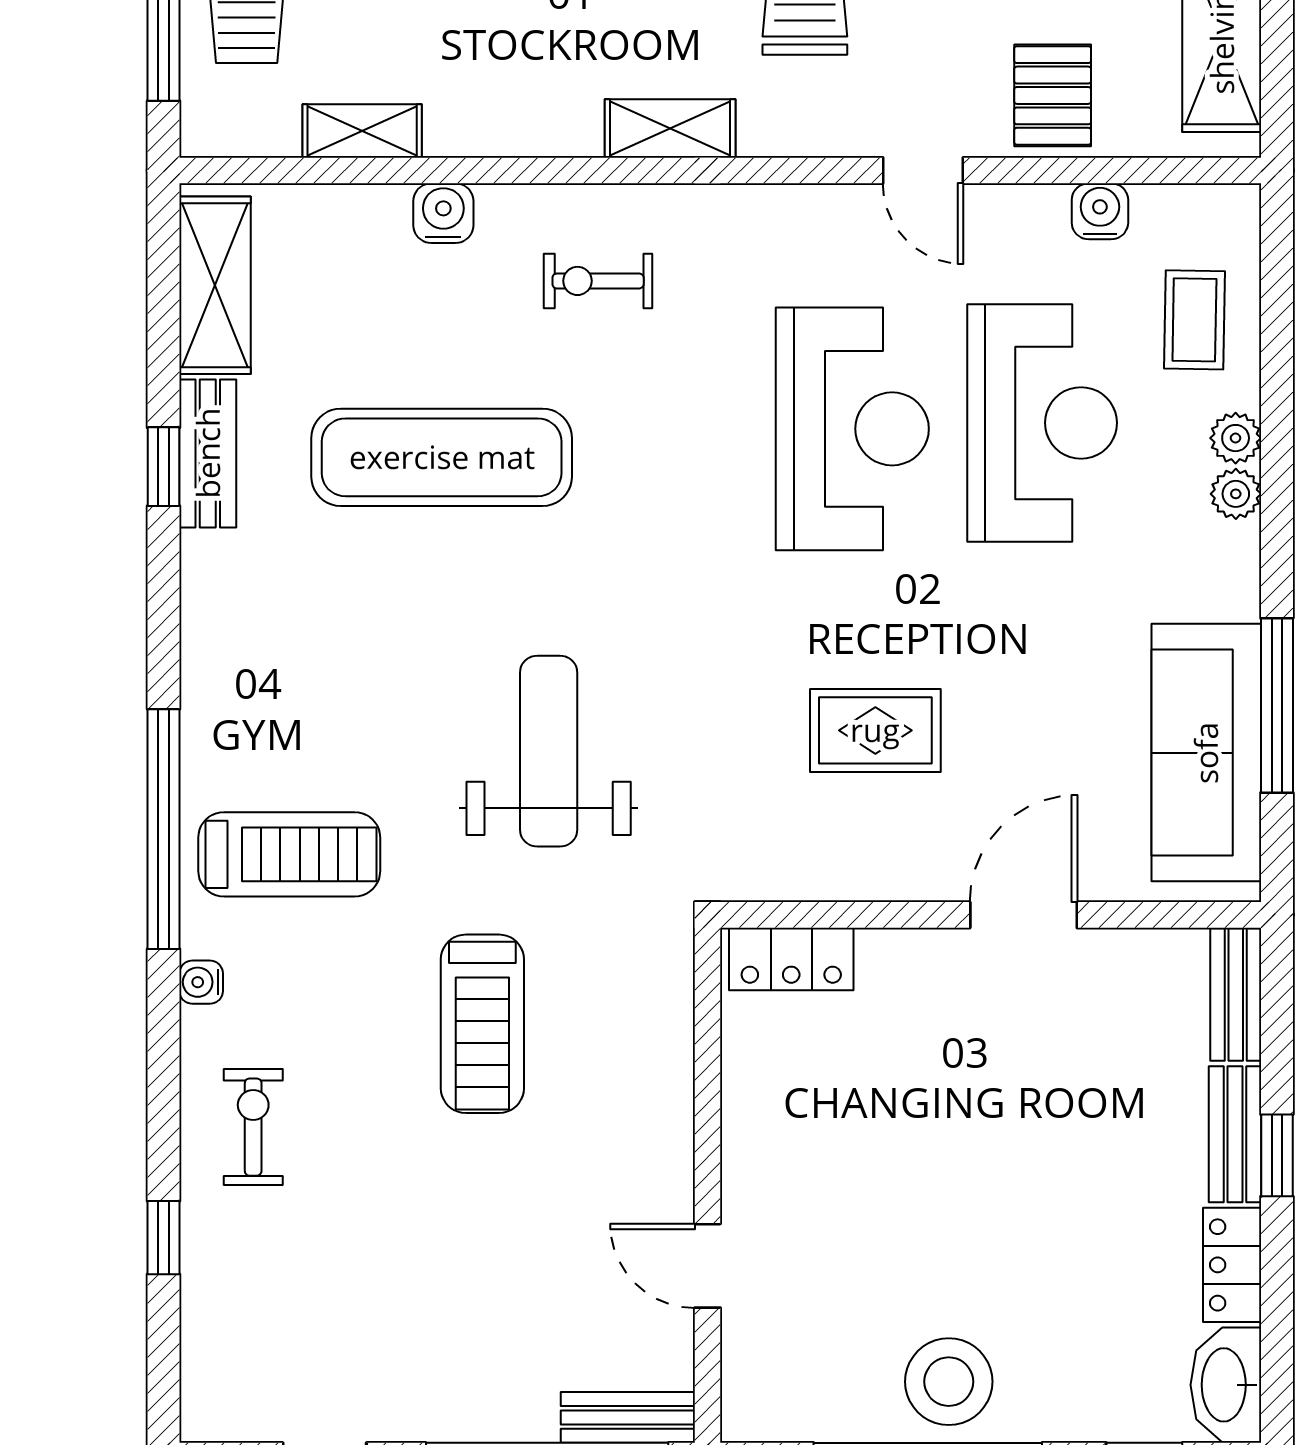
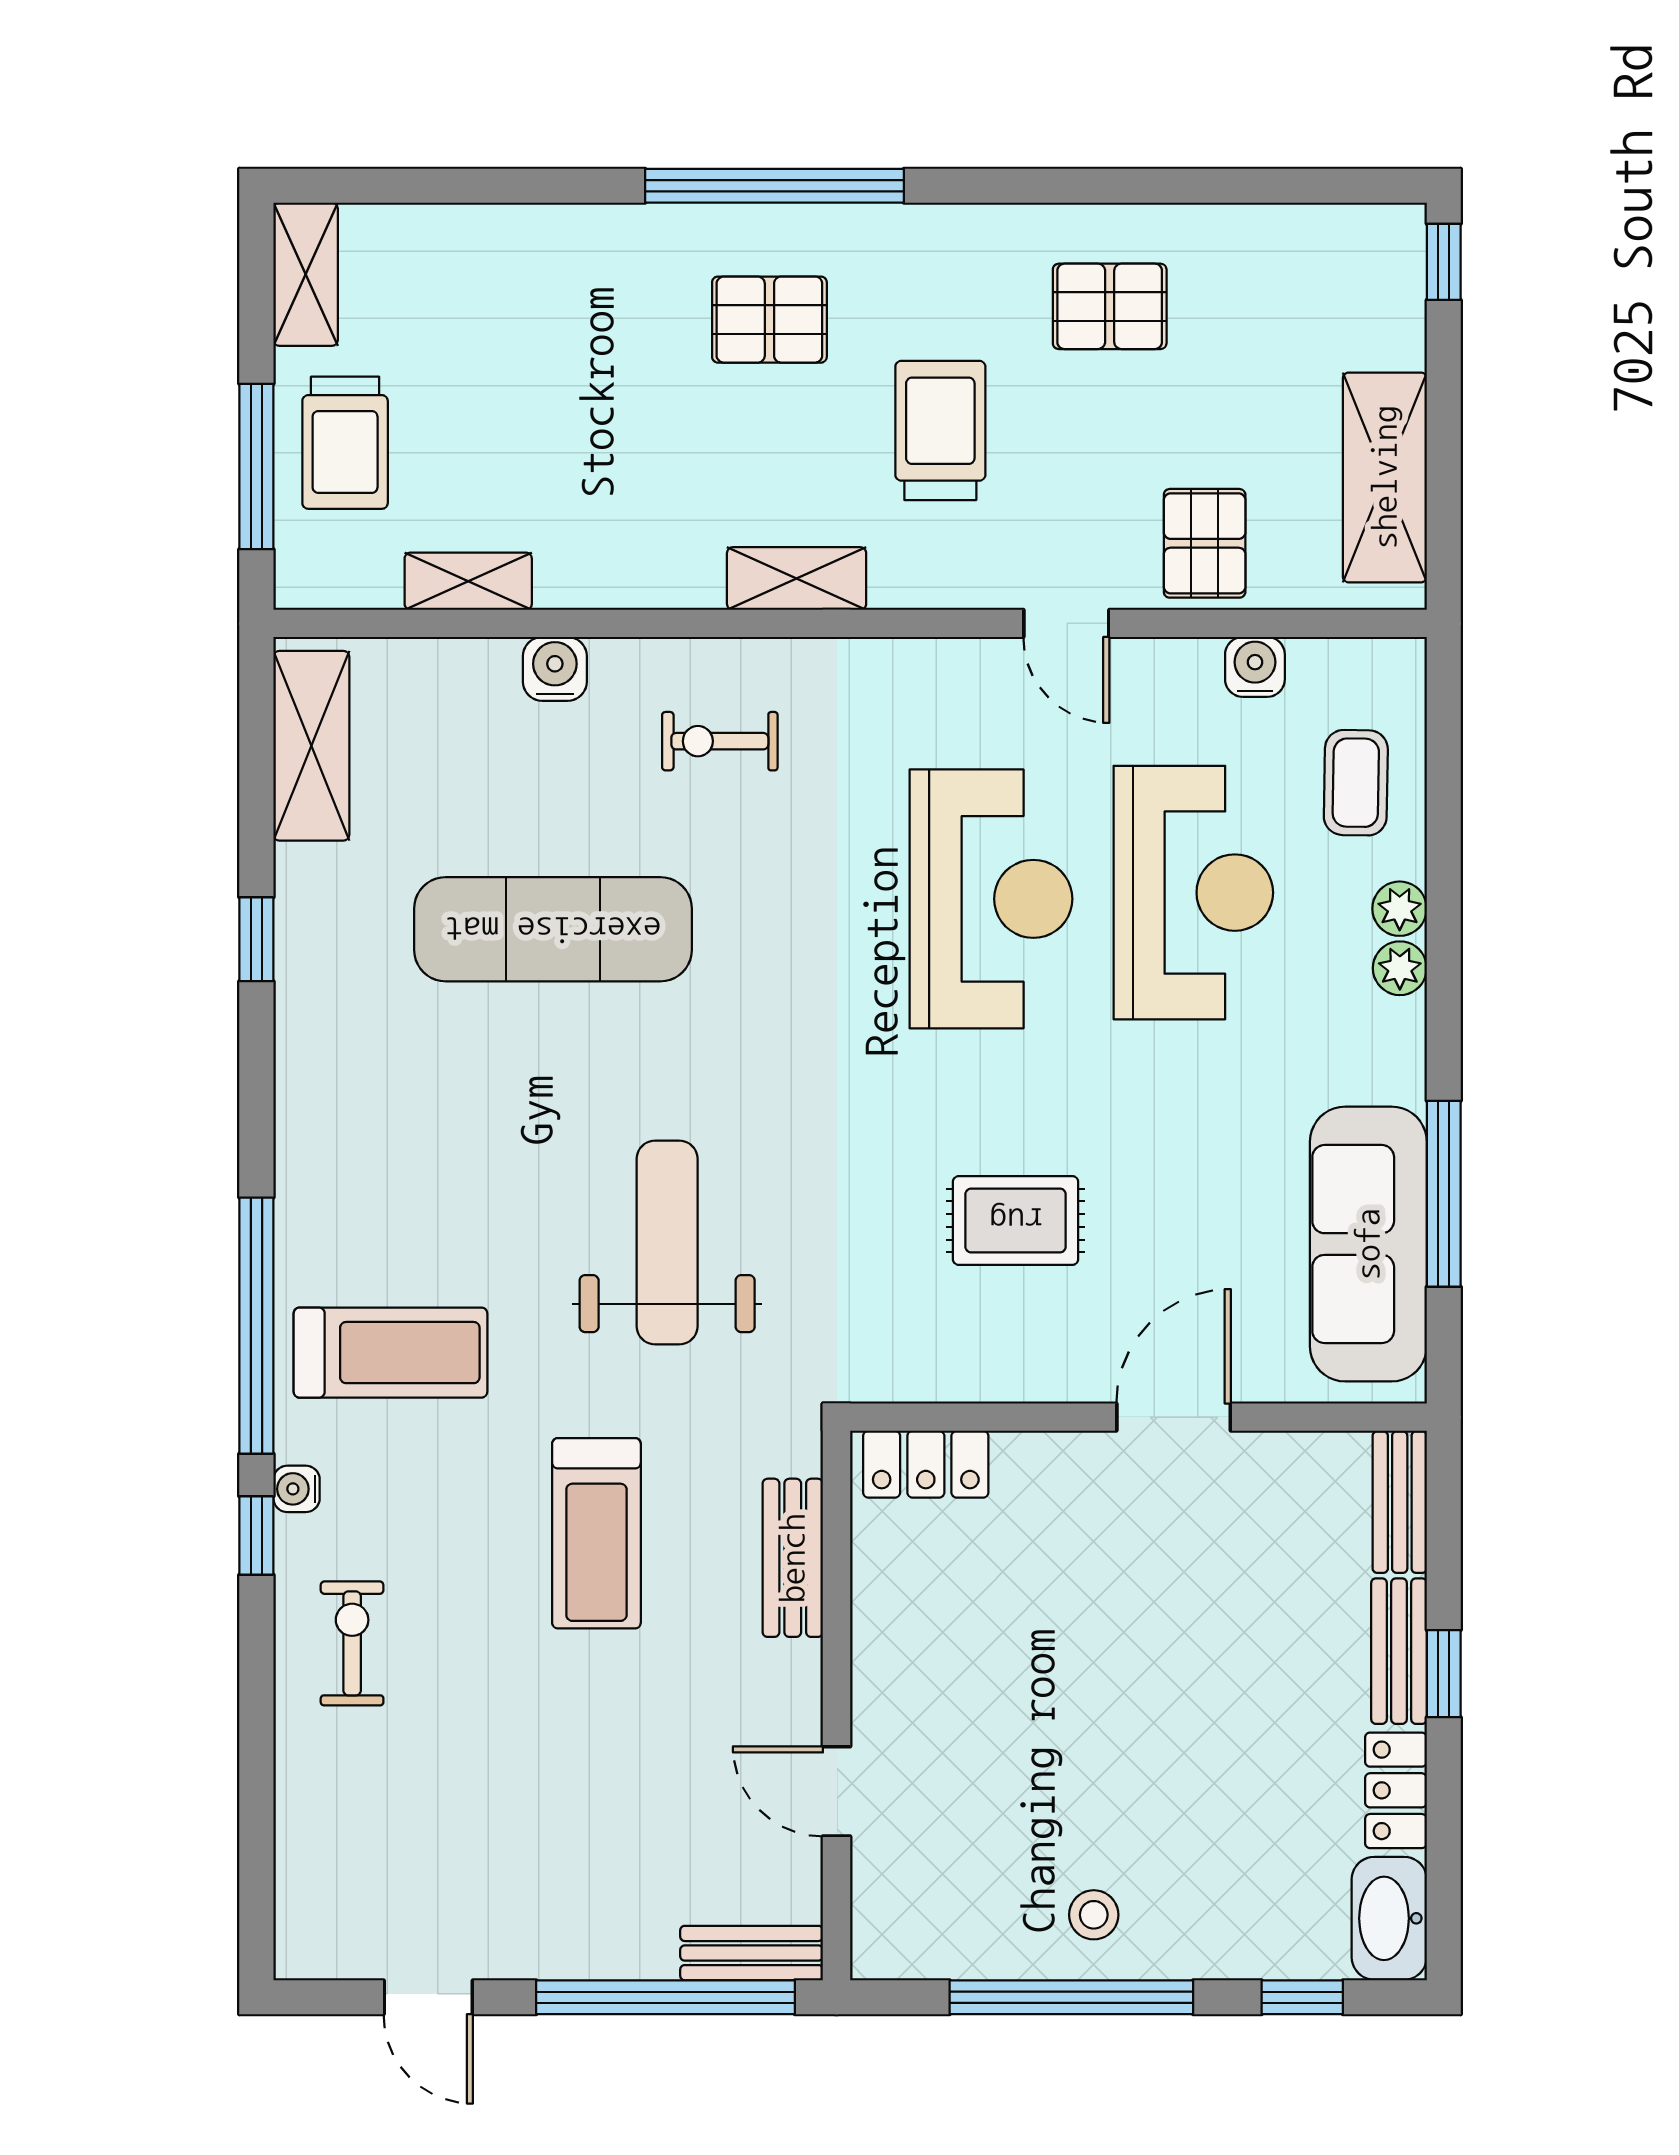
bench: (208, 453) -> (793, 1558), moved
window: (164, 1238) -> (256, 1536), moved
stool: (949, 1382) -> (1094, 1915), width x0.53, depth x0.53

